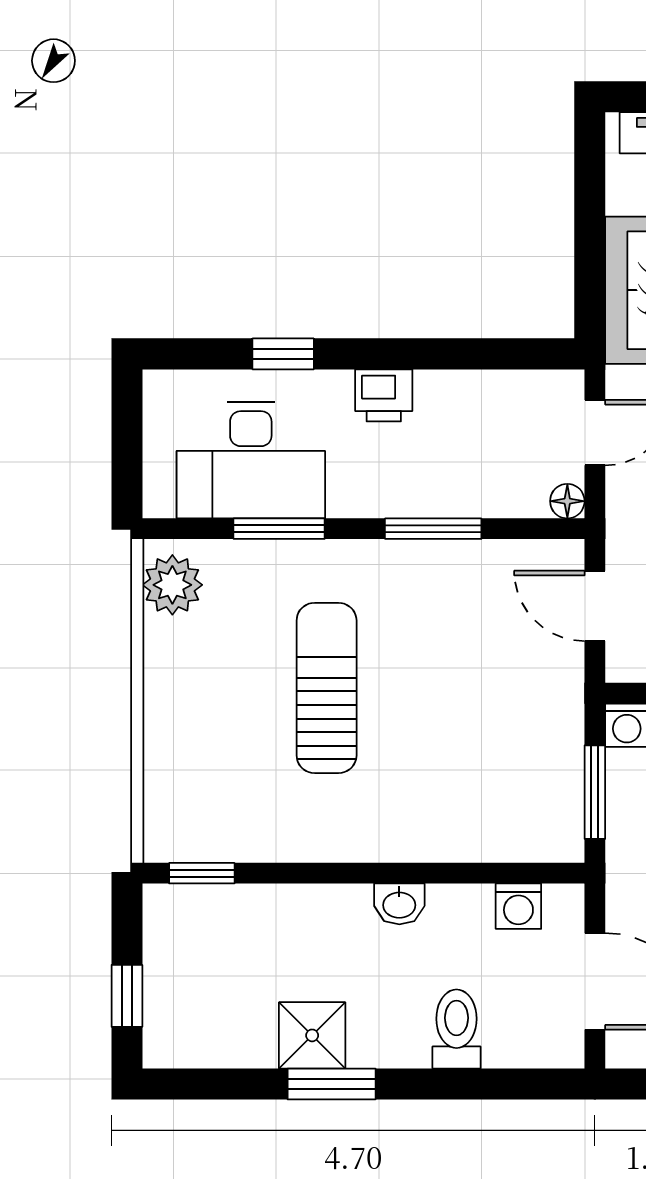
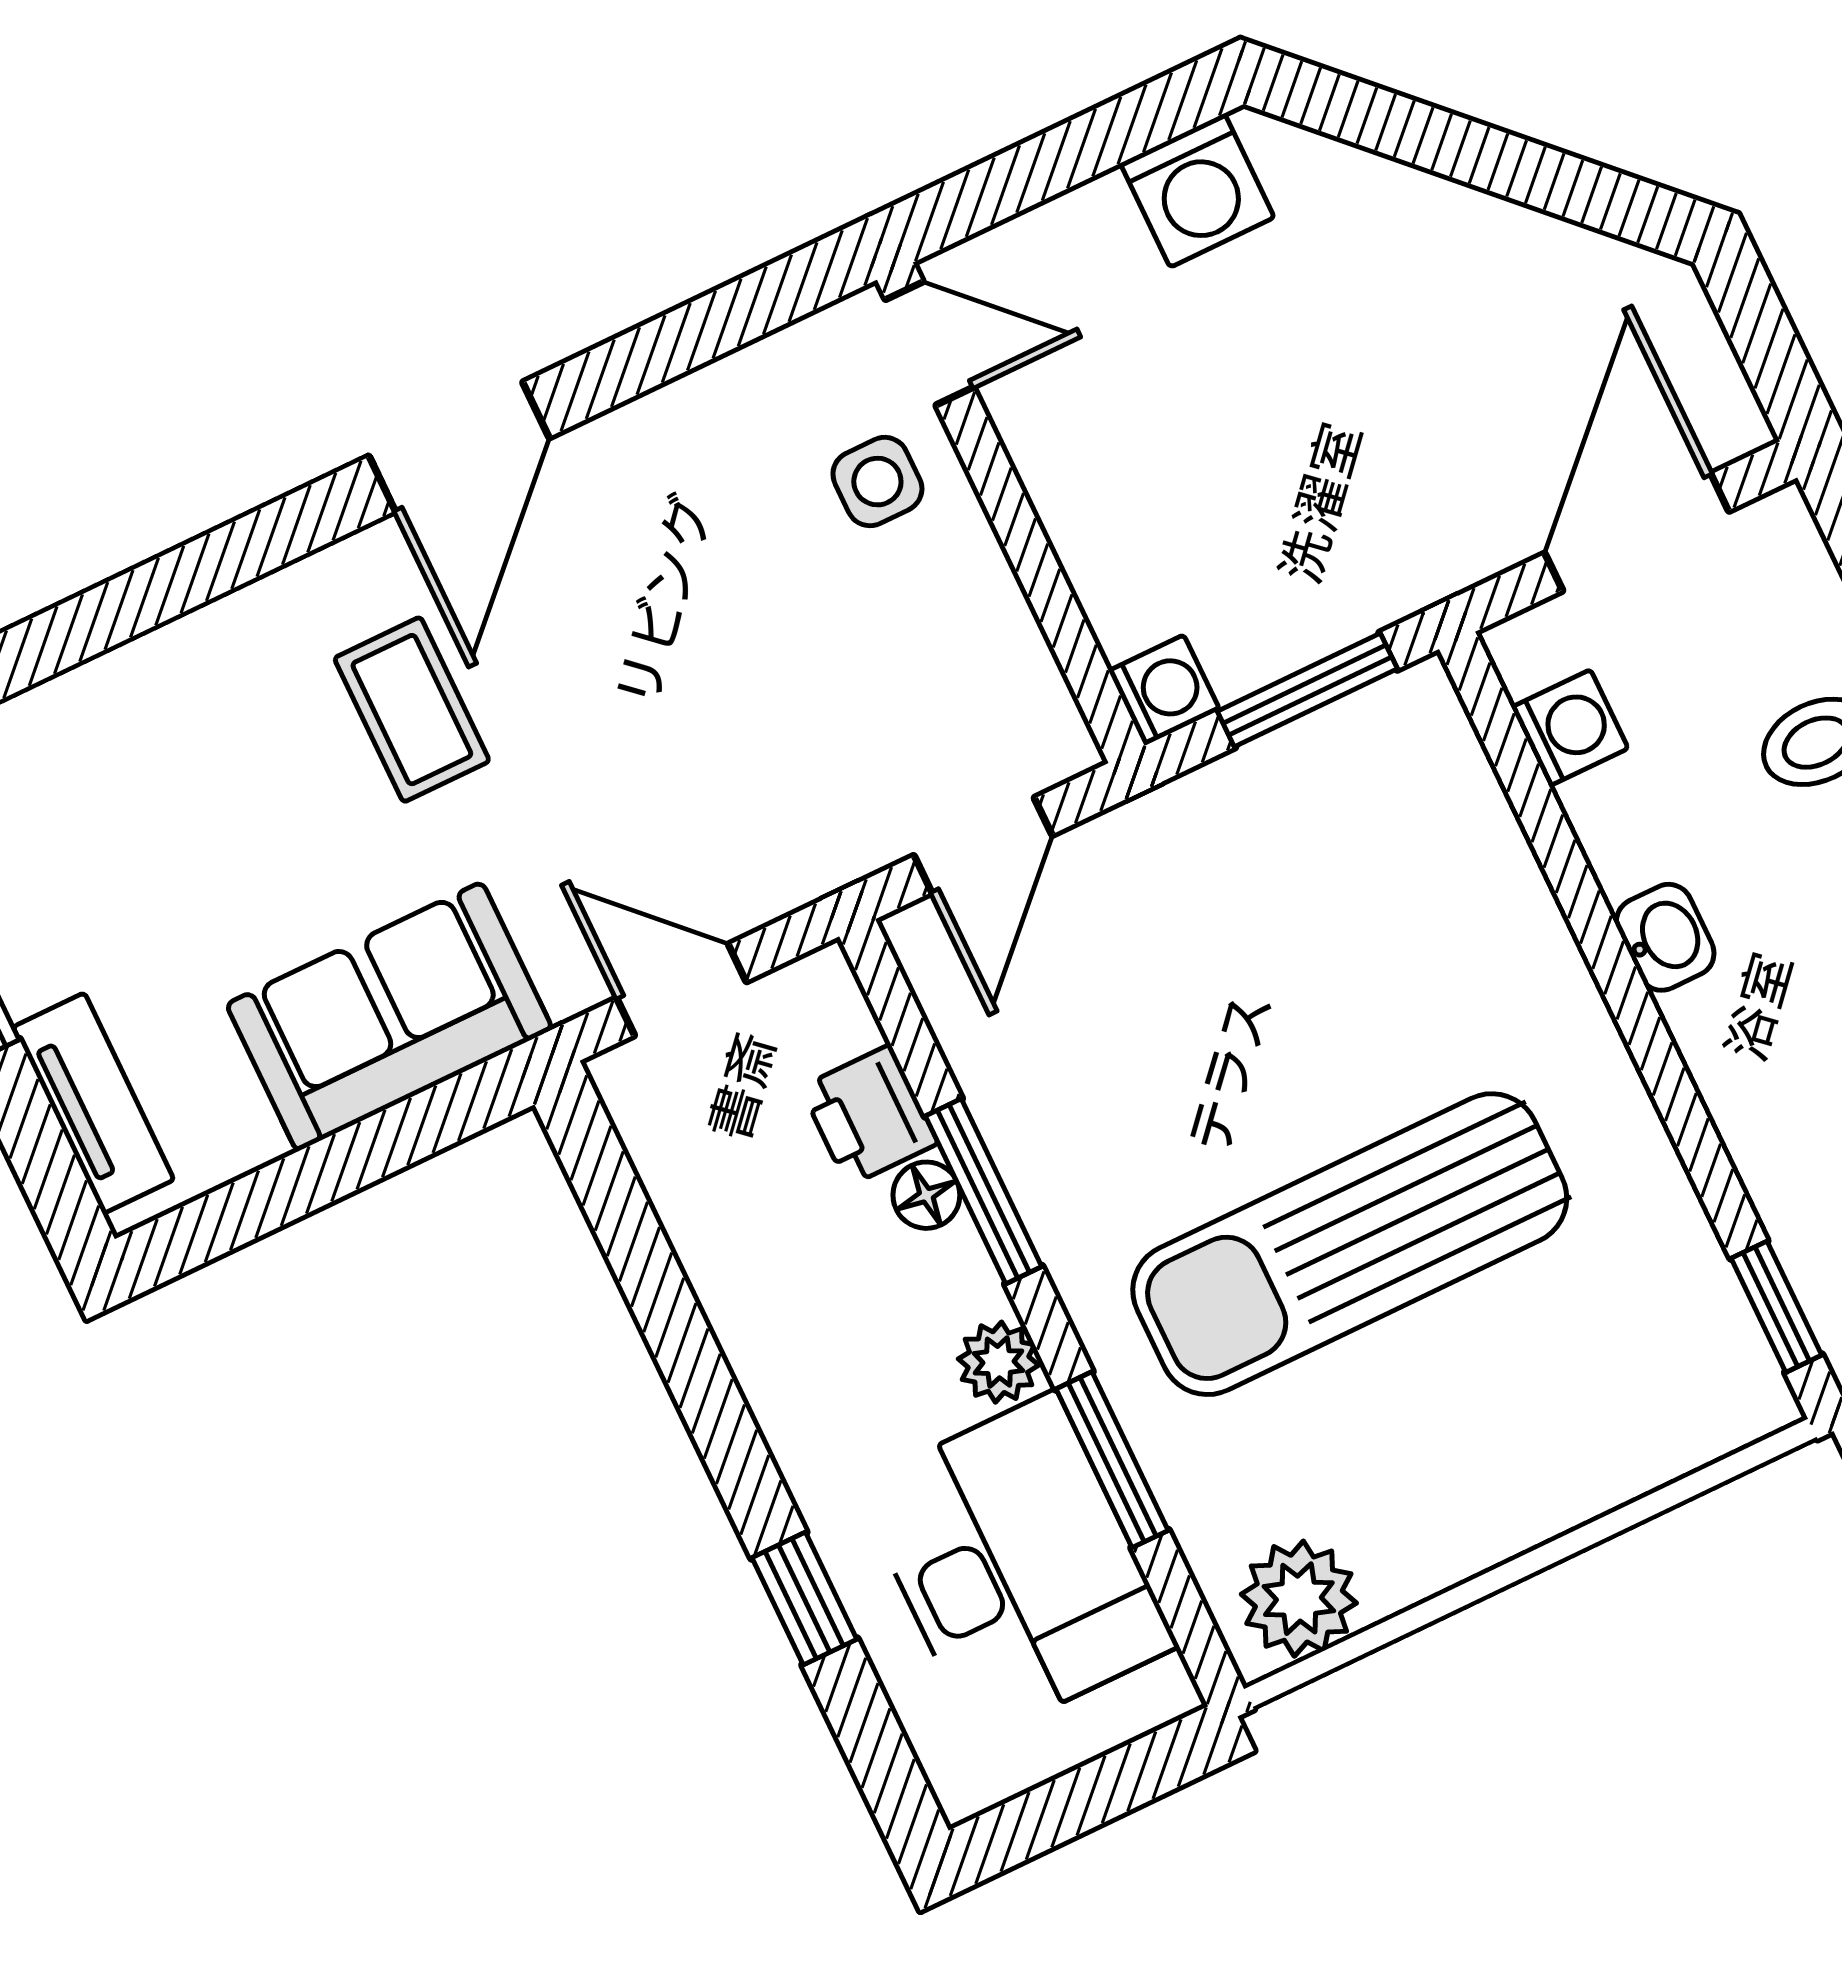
printer: (384, 395) -> (869, 1115), moved, turned 180
plant: (350, 497) -> (999, 1362), added
floor lamp: (567, 501) -> (926, 1195), moved
sun lounger: (327, 688) -> (1350, 1244), width x1.36, depth x1.34

